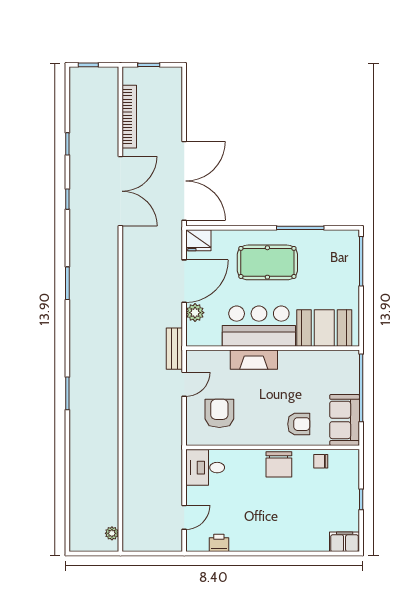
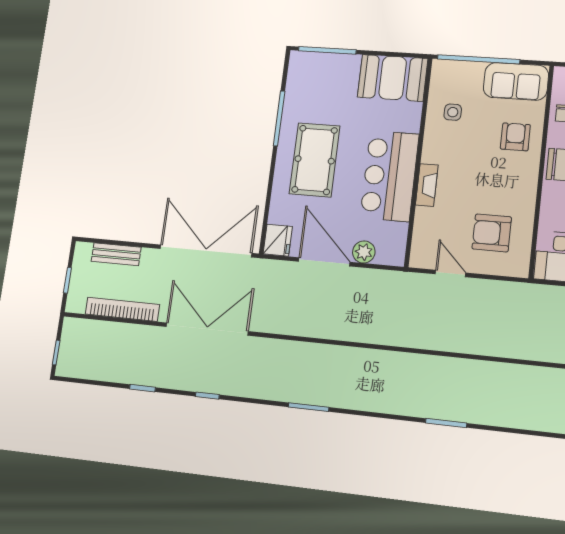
booth: (324, 328) -> (393, 78), moved, turned 90
bench: (174, 349) -> (116, 254), moved
fireplace: (254, 360) -> (427, 185), width x0.73, depth x0.76
side table: (316, 372) -> (453, 112), added

